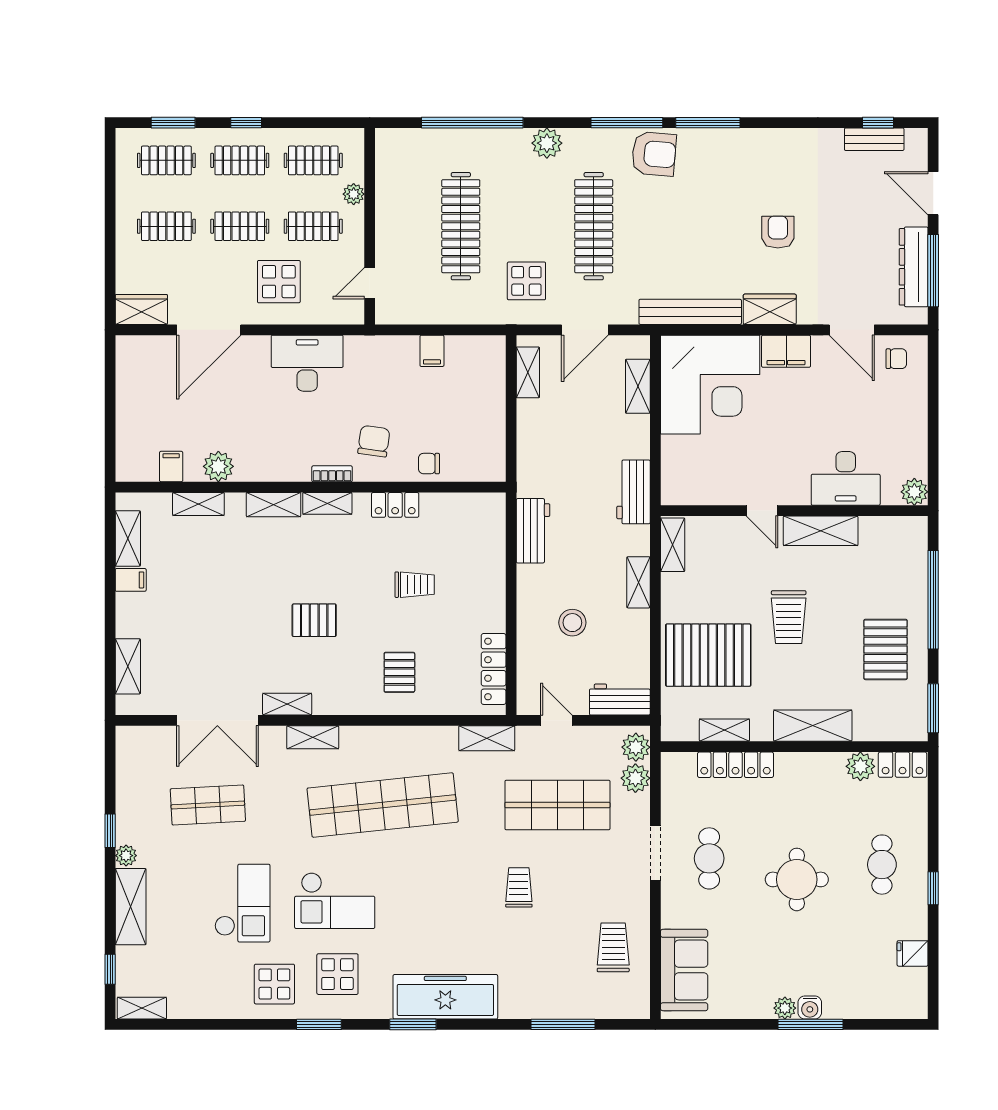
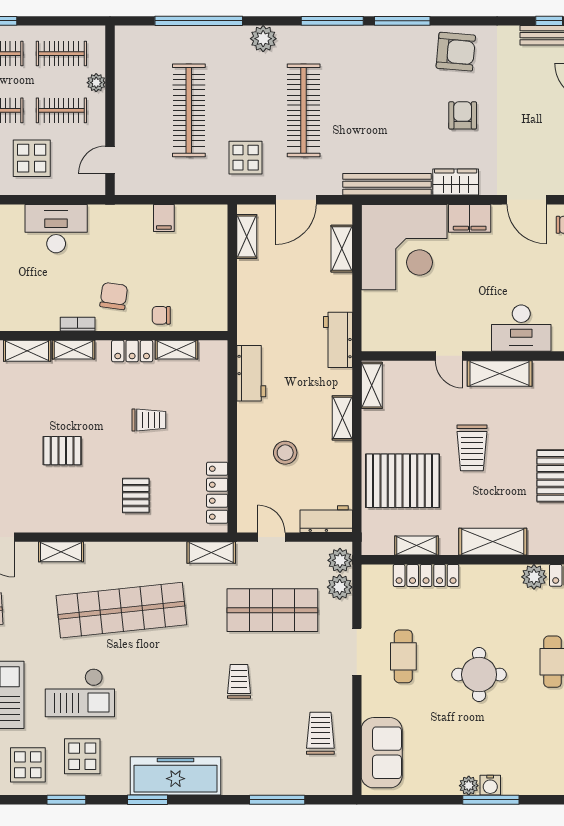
armchair: (654, 154) -> (456, 52), moved
shelving: (287, 704) -> (177, 350), moved

